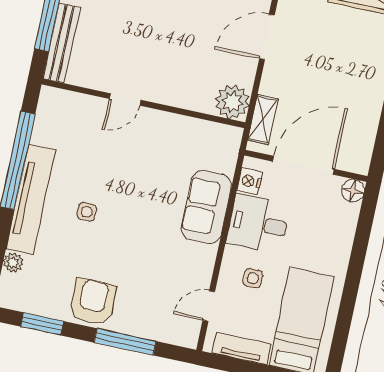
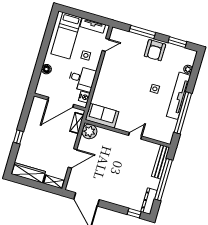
floor lamp: (353, 191) -> (46, 69), moved
sofa: (206, 207) -> (102, 116), moved, turned -90

